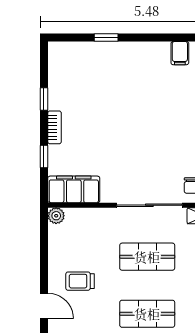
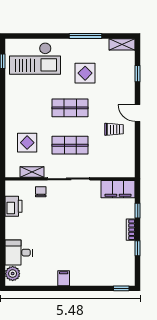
window: (106, 37) -> (121, 288), moved
filing cabinet: (180, 53) -> (64, 278), moved
plant: (56, 216) -> (130, 172), removed

